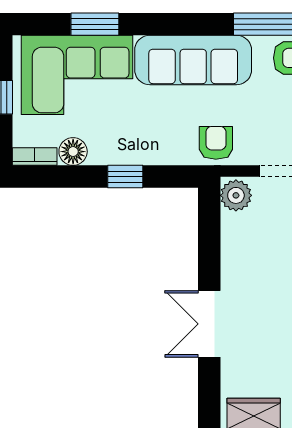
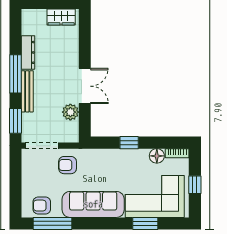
armchair: (216, 143) -> (68, 165), moved, turned 90
plant: (236, 195) -> (70, 112), moved
double door: (209, 324) -> (85, 86), moved

